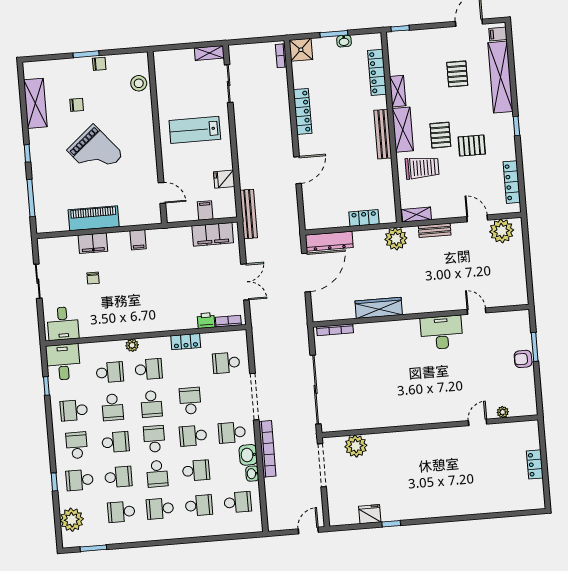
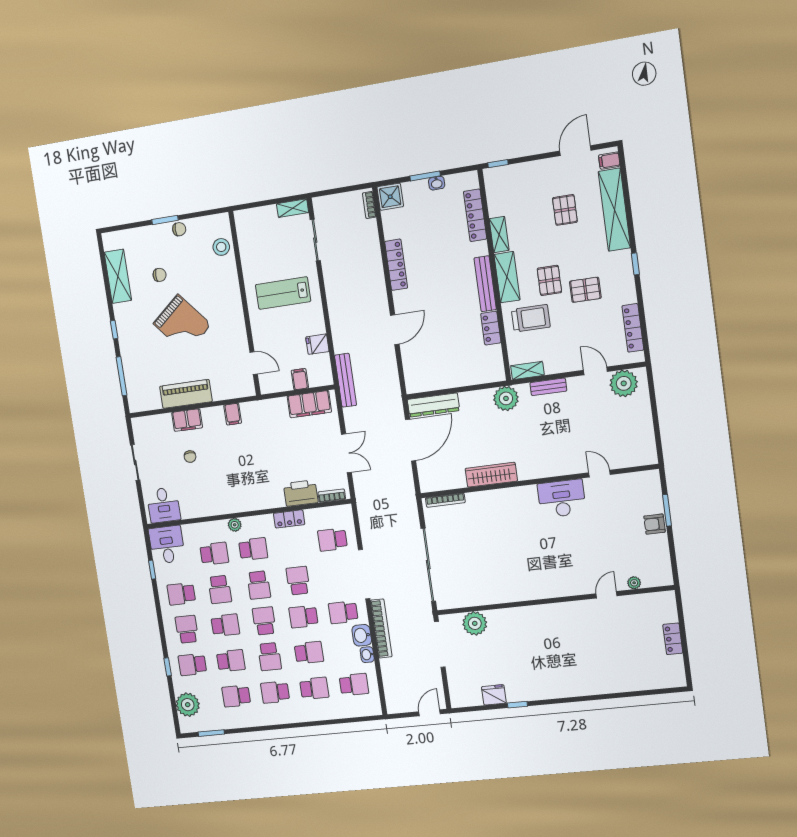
locker: (364, 218) -> (491, 328), moved, turned -90
printer: (206, 320) -> (301, 493), width x1.87, depth x1.48

